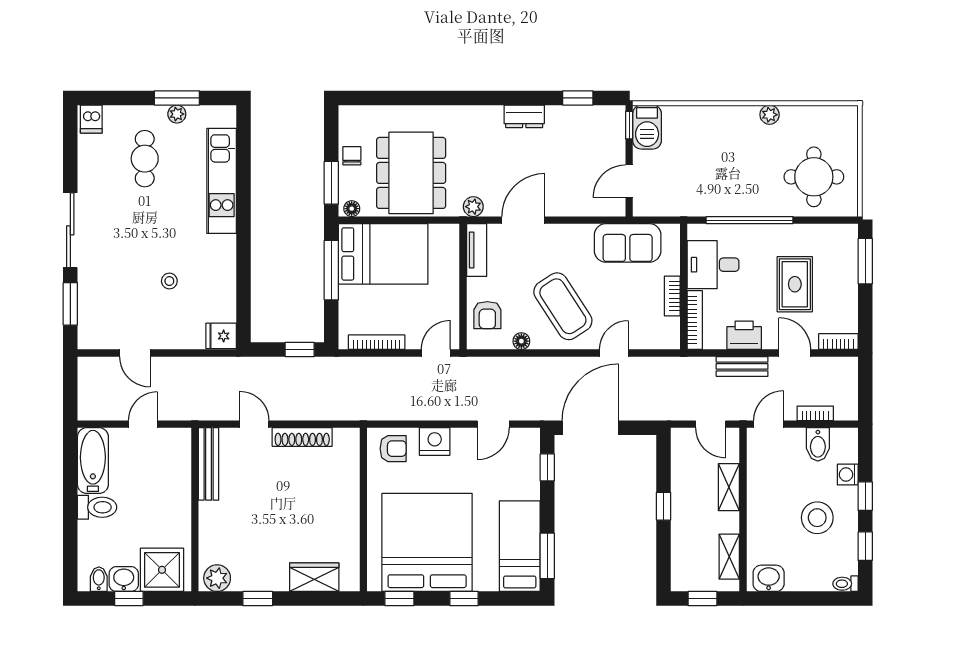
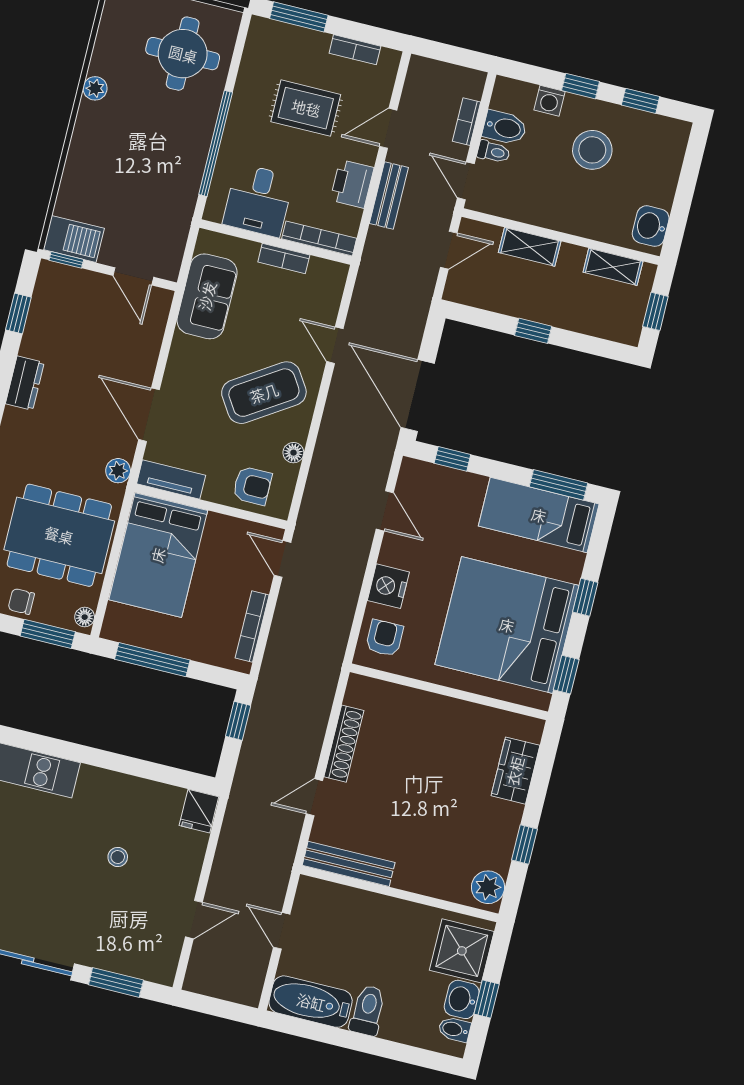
bed: (383, 254) -> (158, 555), moved, turned 180
bookcase: (838, 342) -> (355, 50), moved, turned -90
toilet: (845, 584) -> (494, 152), moved, turned -90

